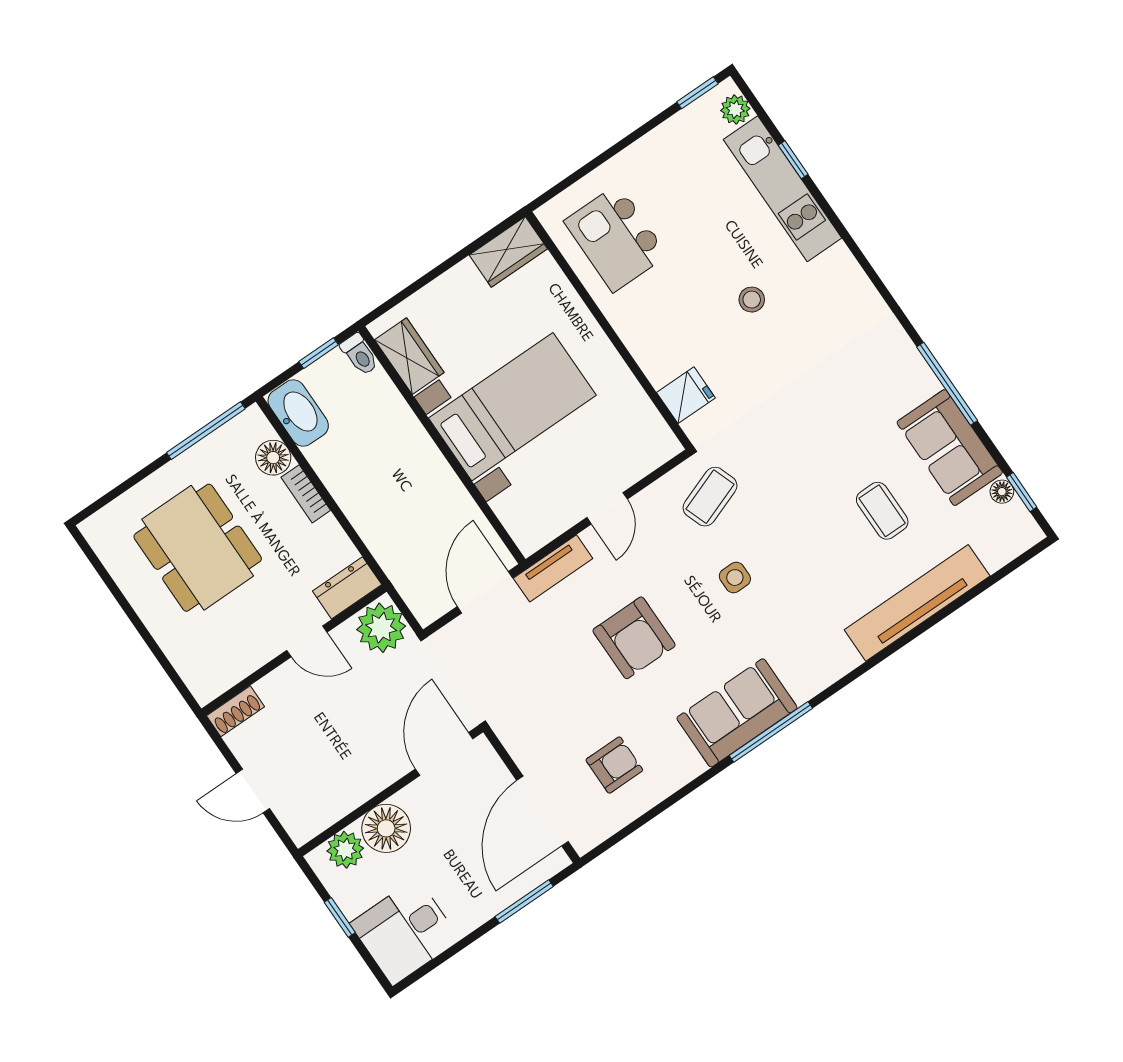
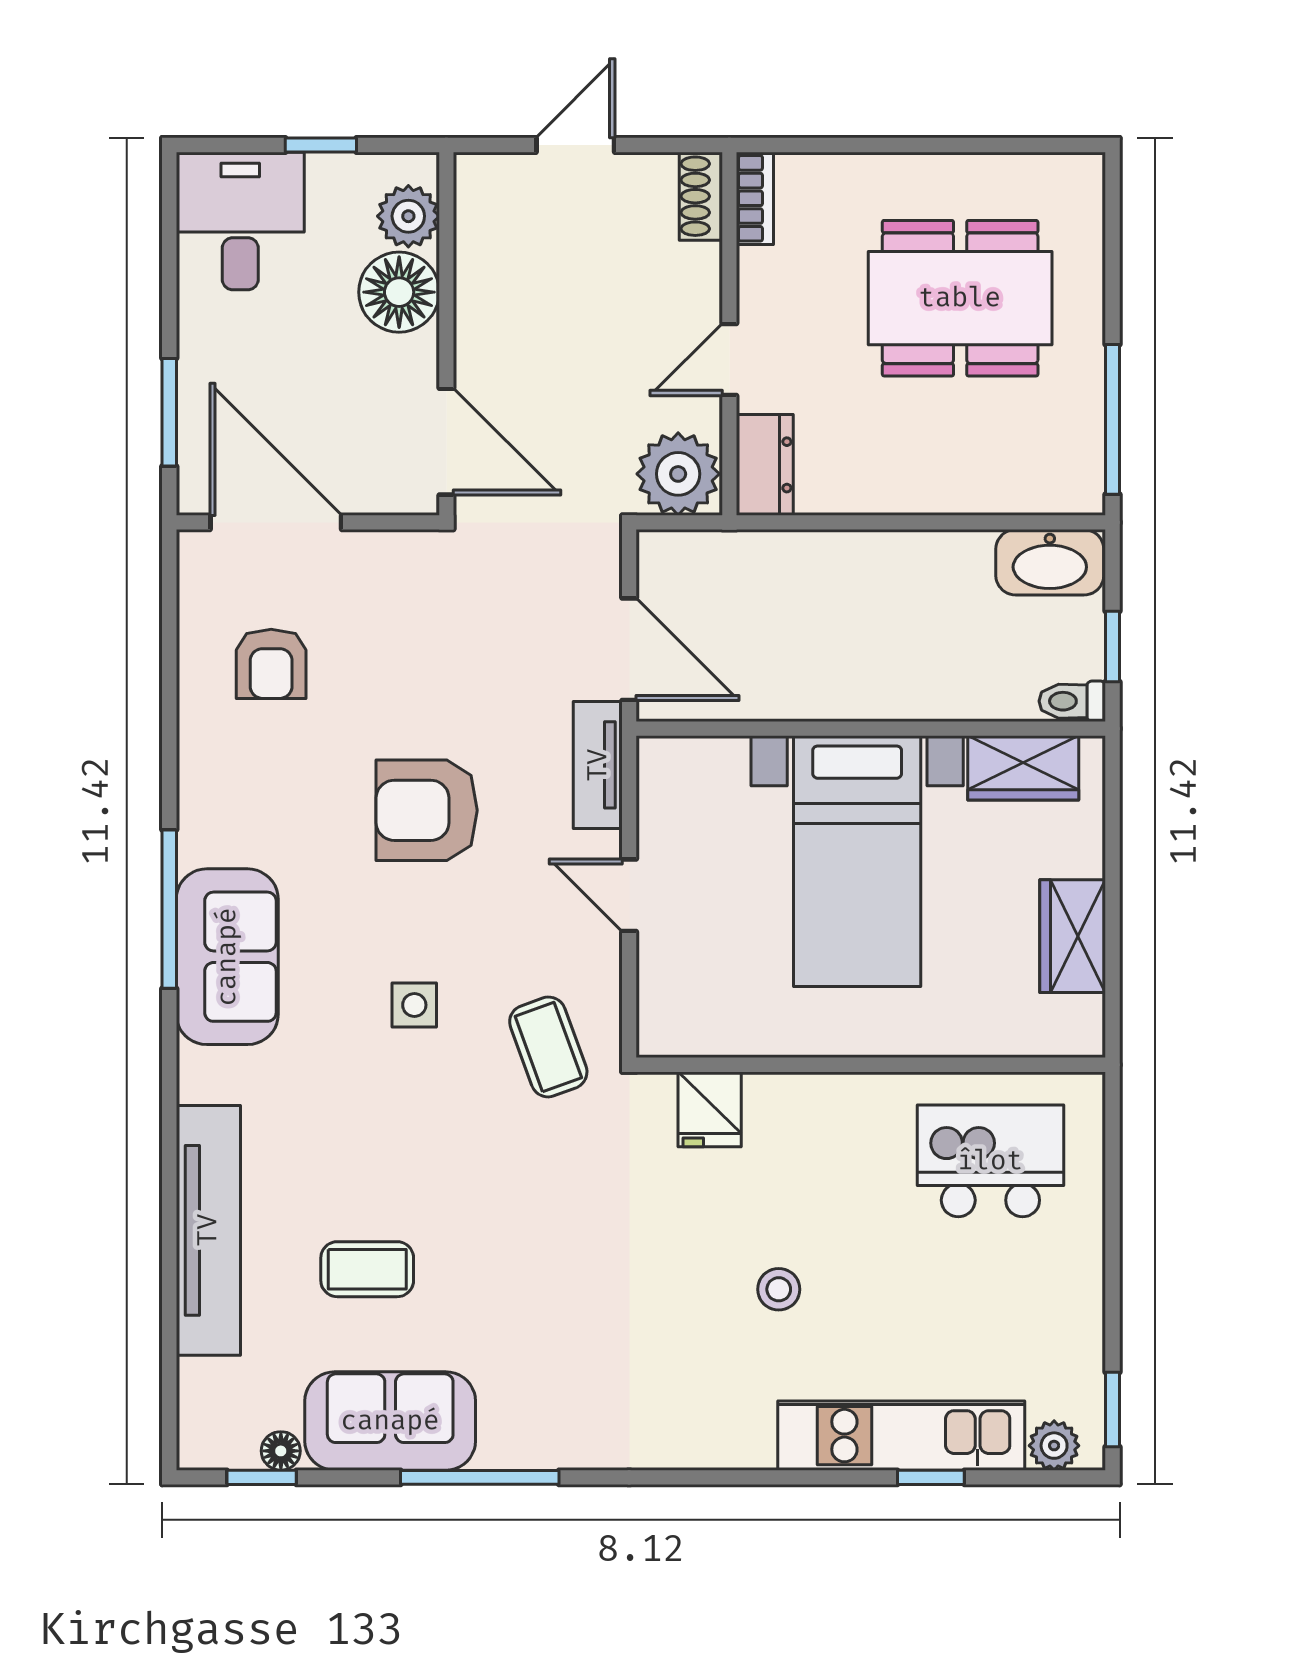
wardrobe: (508, 252) -> (1073, 936), moved
floor lamp: (273, 458) -> (1012, 486), removed
bookcase: (306, 494) -> (755, 198), moved, turned 90
sofa: (737, 713) -> (227, 957), moved

